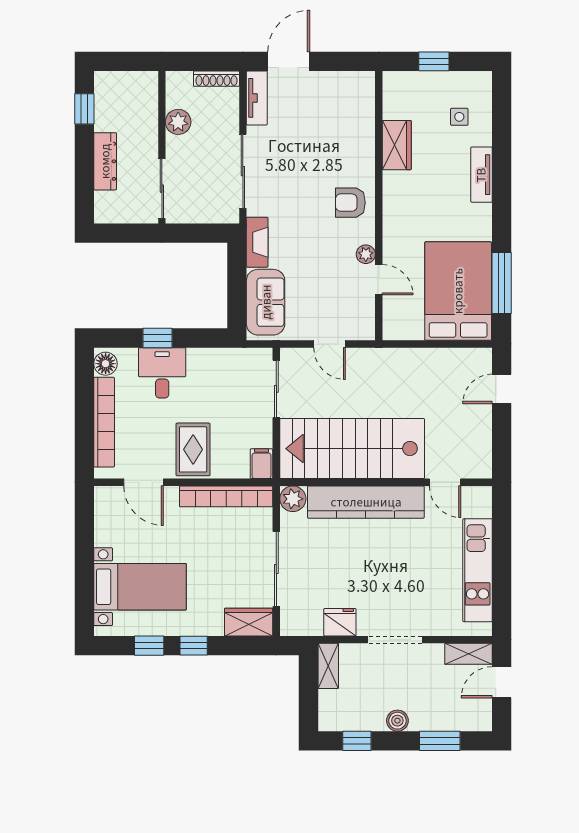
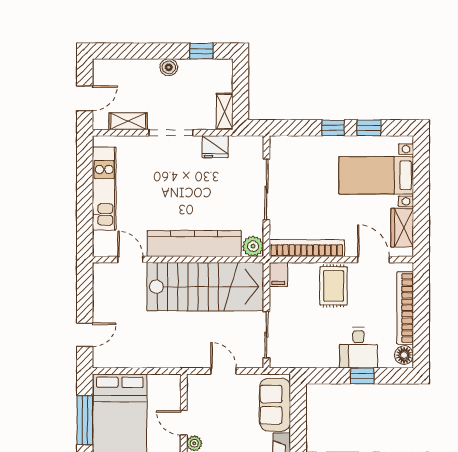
wardrobe: (249, 622) -> (402, 228), moved, turned 90
shelving: (468, 654) -> (128, 121), moved
window: (440, 741) -> (135, 51), removed

